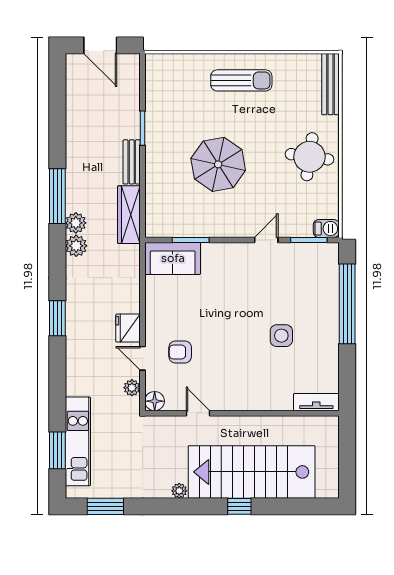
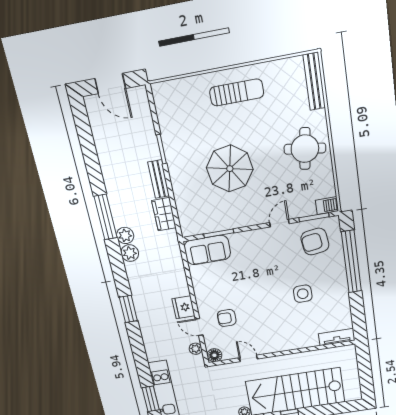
wardrobe: (129, 215) -> (164, 214), width x0.67
armchair: (306, 271) -> (315, 242), added

